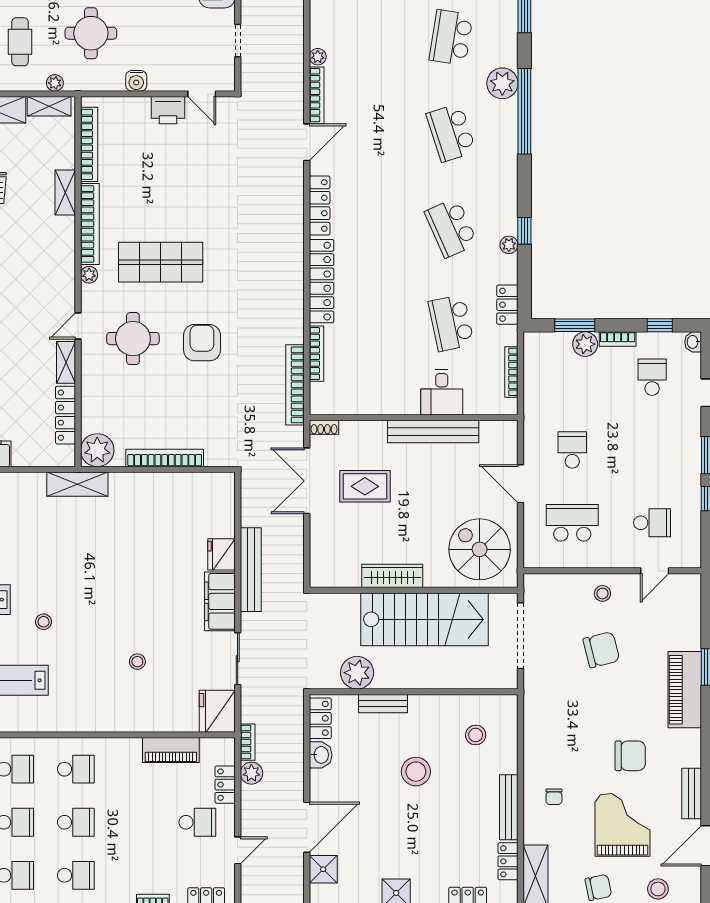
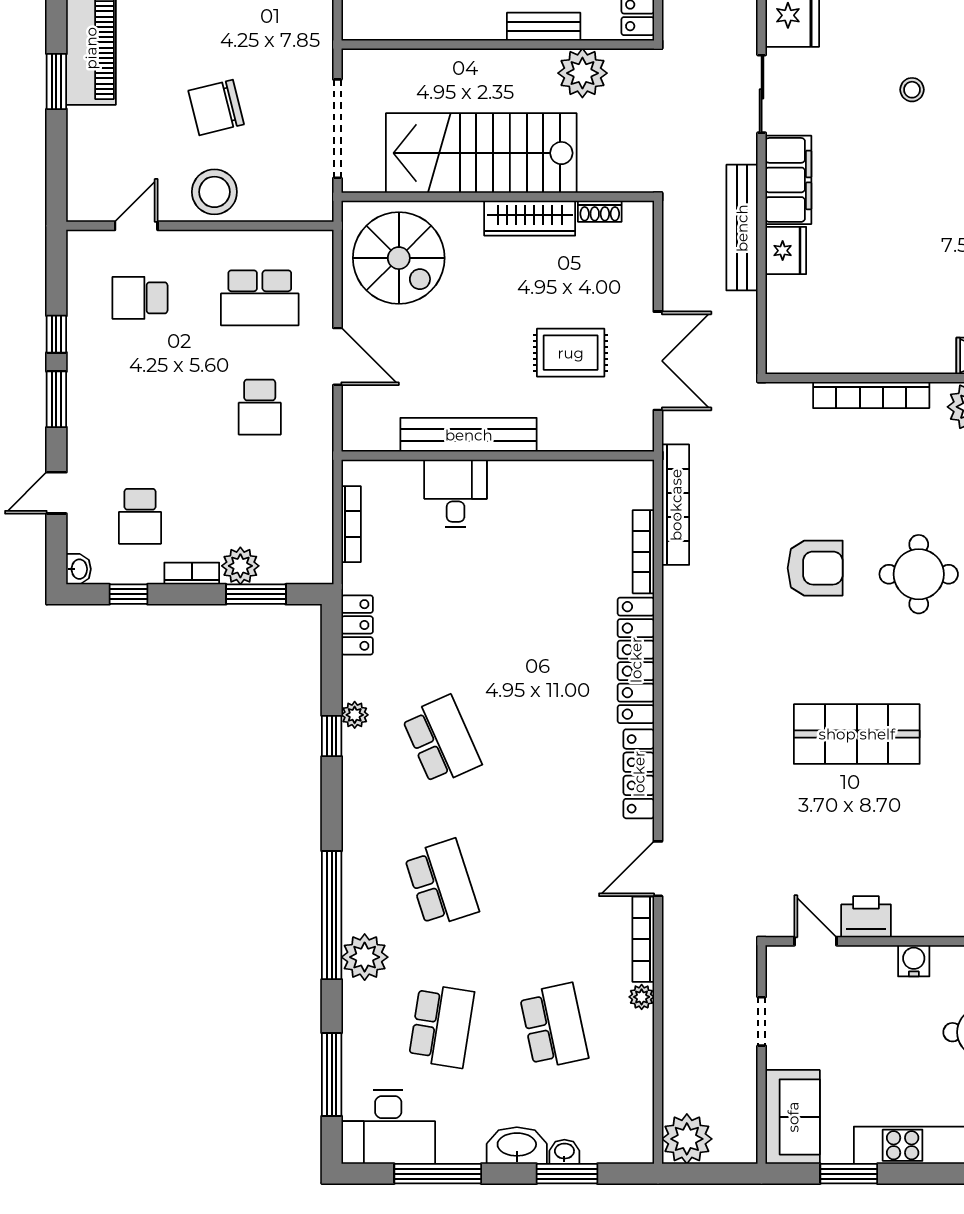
shop shelf: (161, 262) -> (857, 734), moved
school desk: (451, 323) -> (554, 1026), moved
armchair: (202, 343) -> (815, 568), turned -90
shoe rack: (324, 427) -> (600, 211), moved, turned 180
stool: (602, 593) -> (214, 192), width x1.89, depth x1.89

